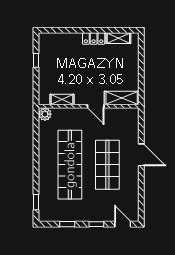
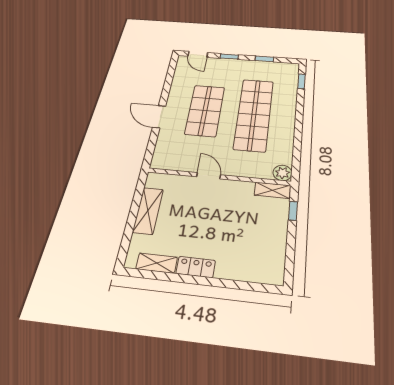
window: (36, 60) -> (293, 211), moved
shelving: (122, 98) -> (148, 211), moved, turned 90
shelving: (62, 99) -> (272, 190), moved

